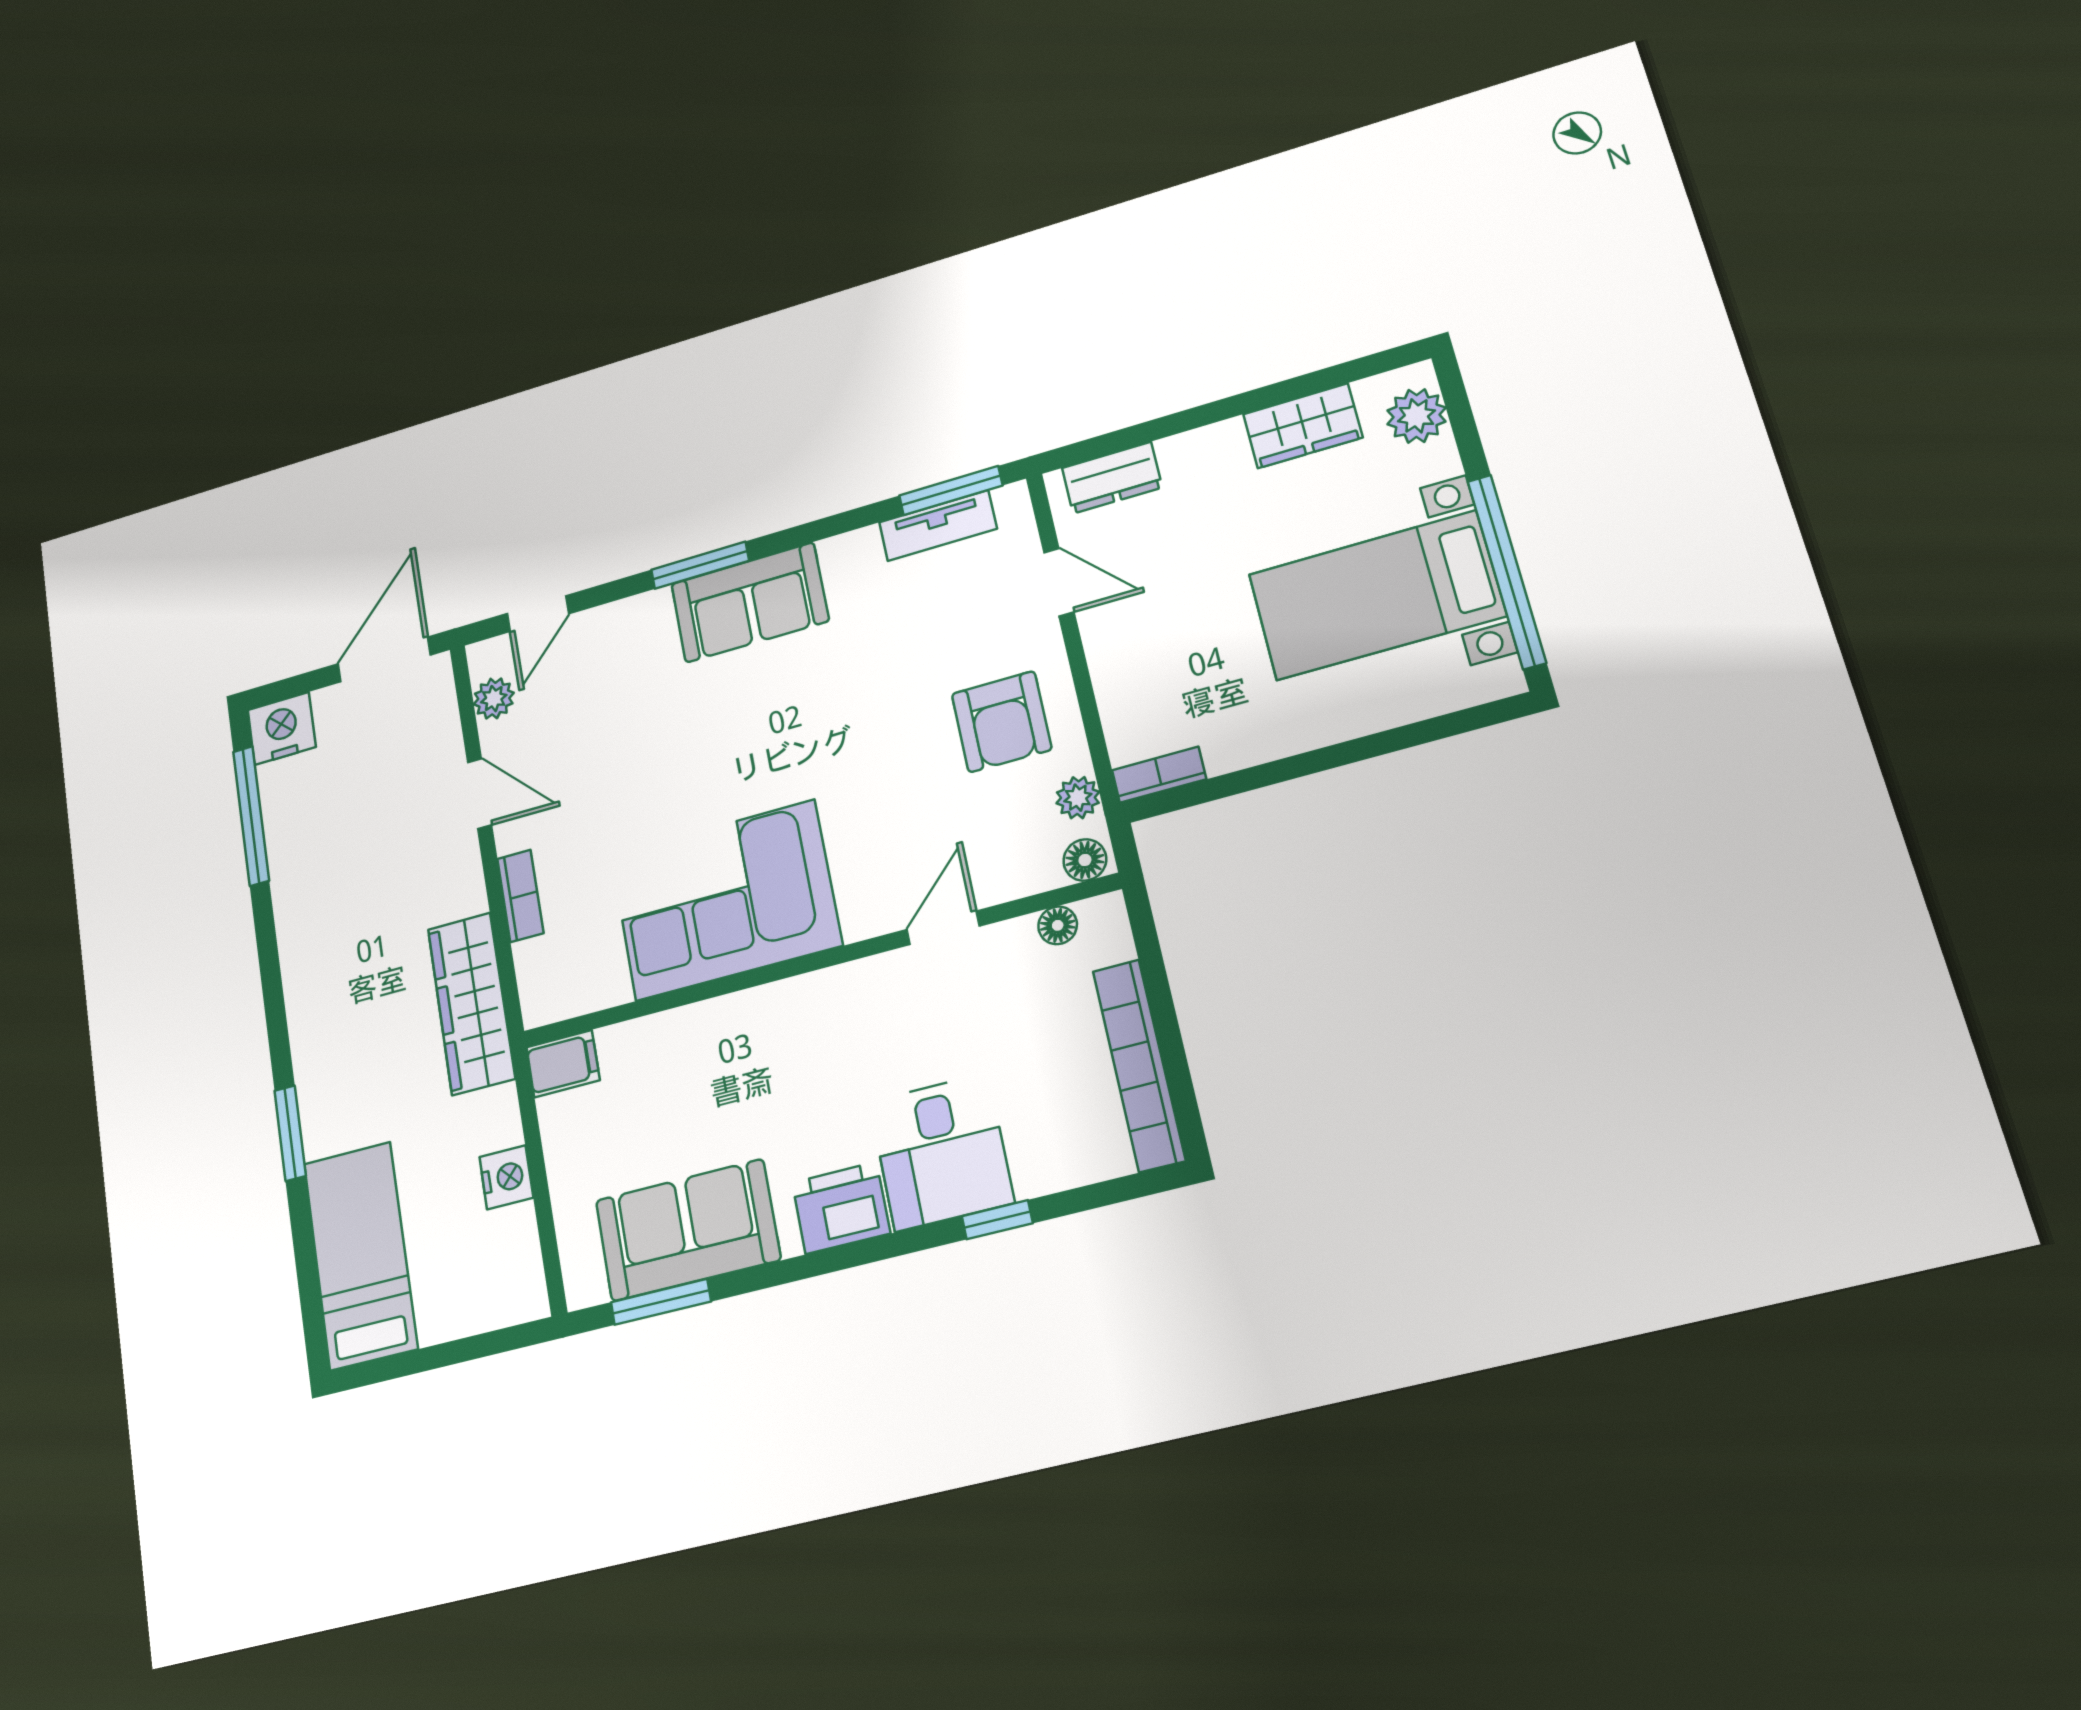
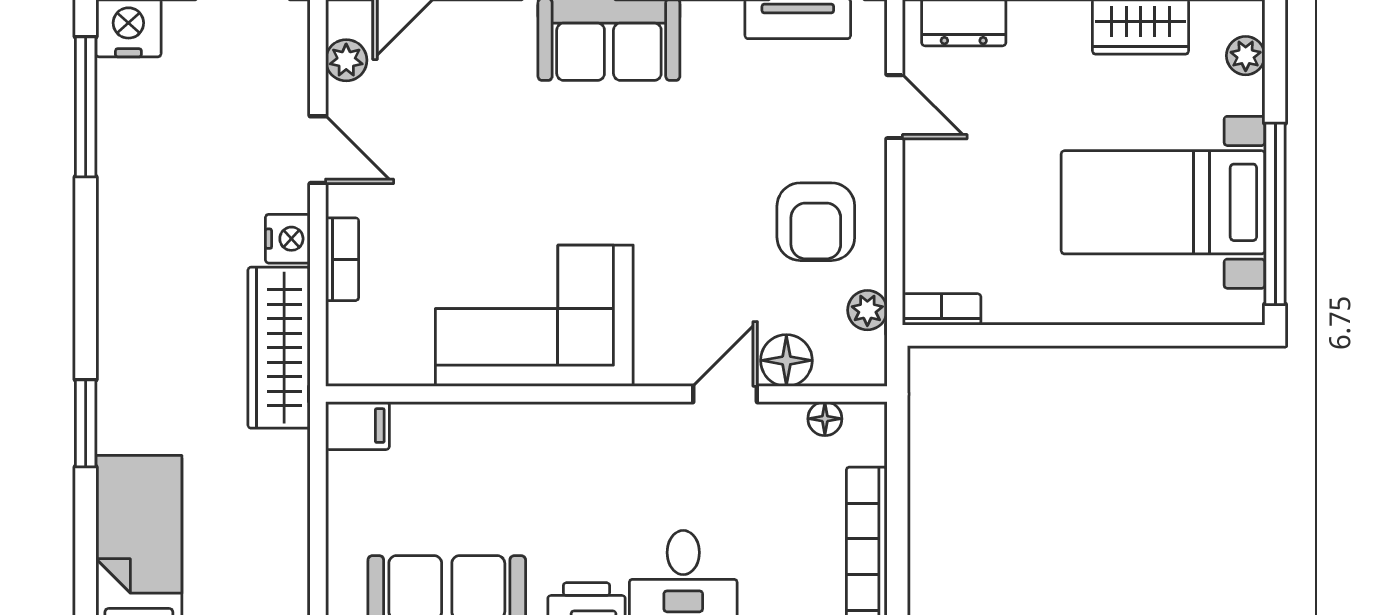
plant: (1416, 416) -> (1246, 56), width x0.73, depth x0.73
floor lamp: (1085, 860) -> (786, 360), moved, width x1.37, depth x1.37
nightstand: (506, 1177) -> (288, 239), moved

